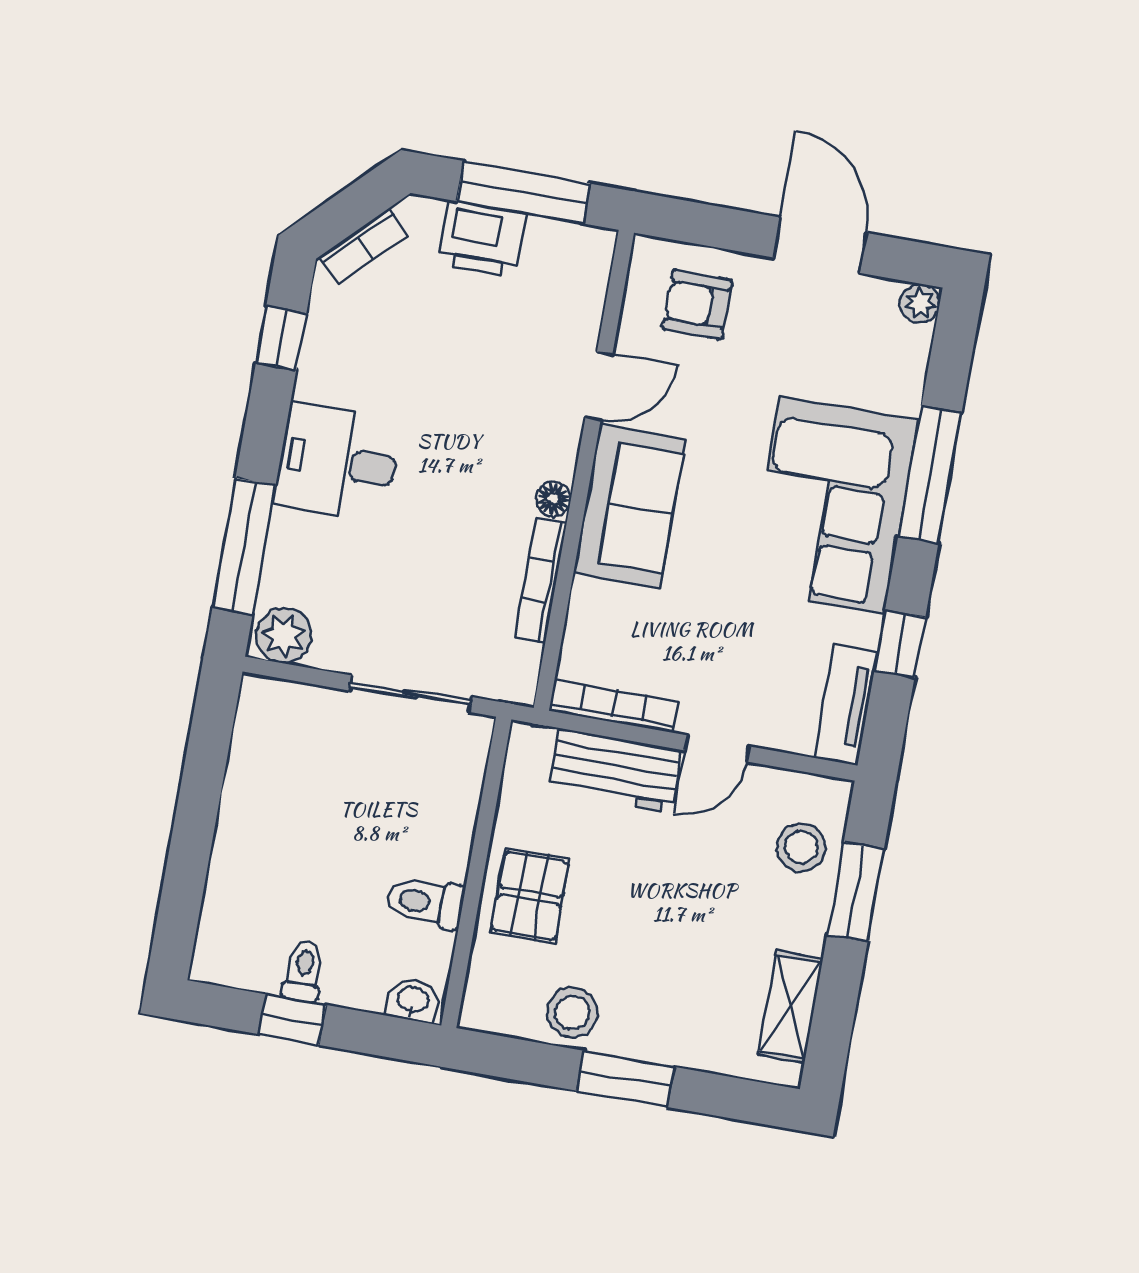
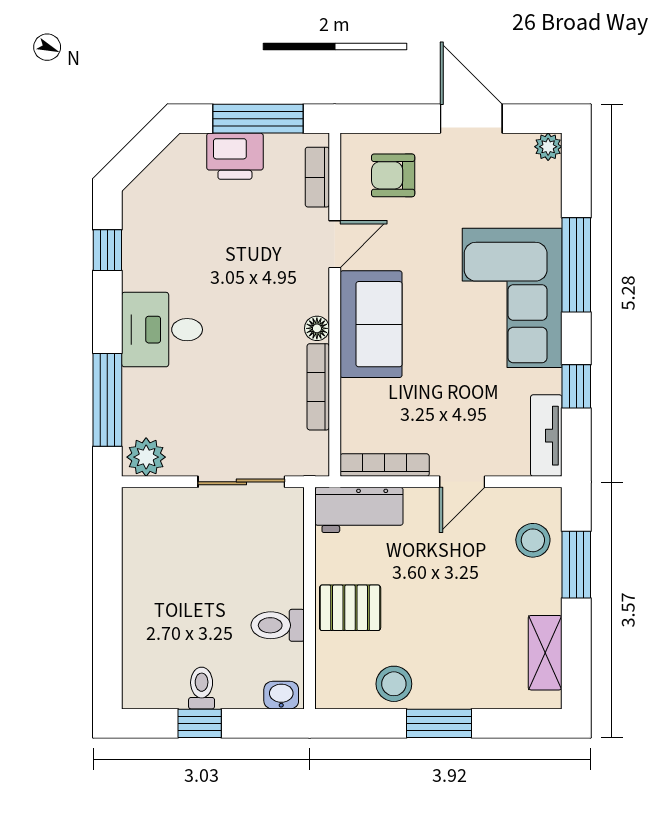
bookcase: (364, 246) -> (317, 177), moved, turned 135
workbench: (615, 771) -> (359, 510), moved
pallet: (530, 896) -> (350, 608), turned 90

